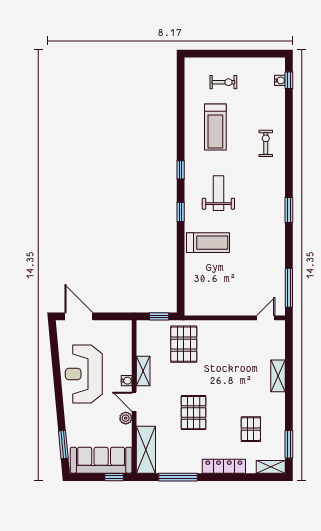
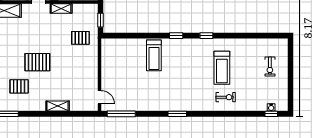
treadmill: (215, 127) -> (222, 68), moved, turned -90
weight bench: (218, 193) -> (190, 63), removed
pallet: (184, 344) -> (80, 38), width x0.67, depth x0.71
pallet: (193, 413) -> (37, 62), moved

